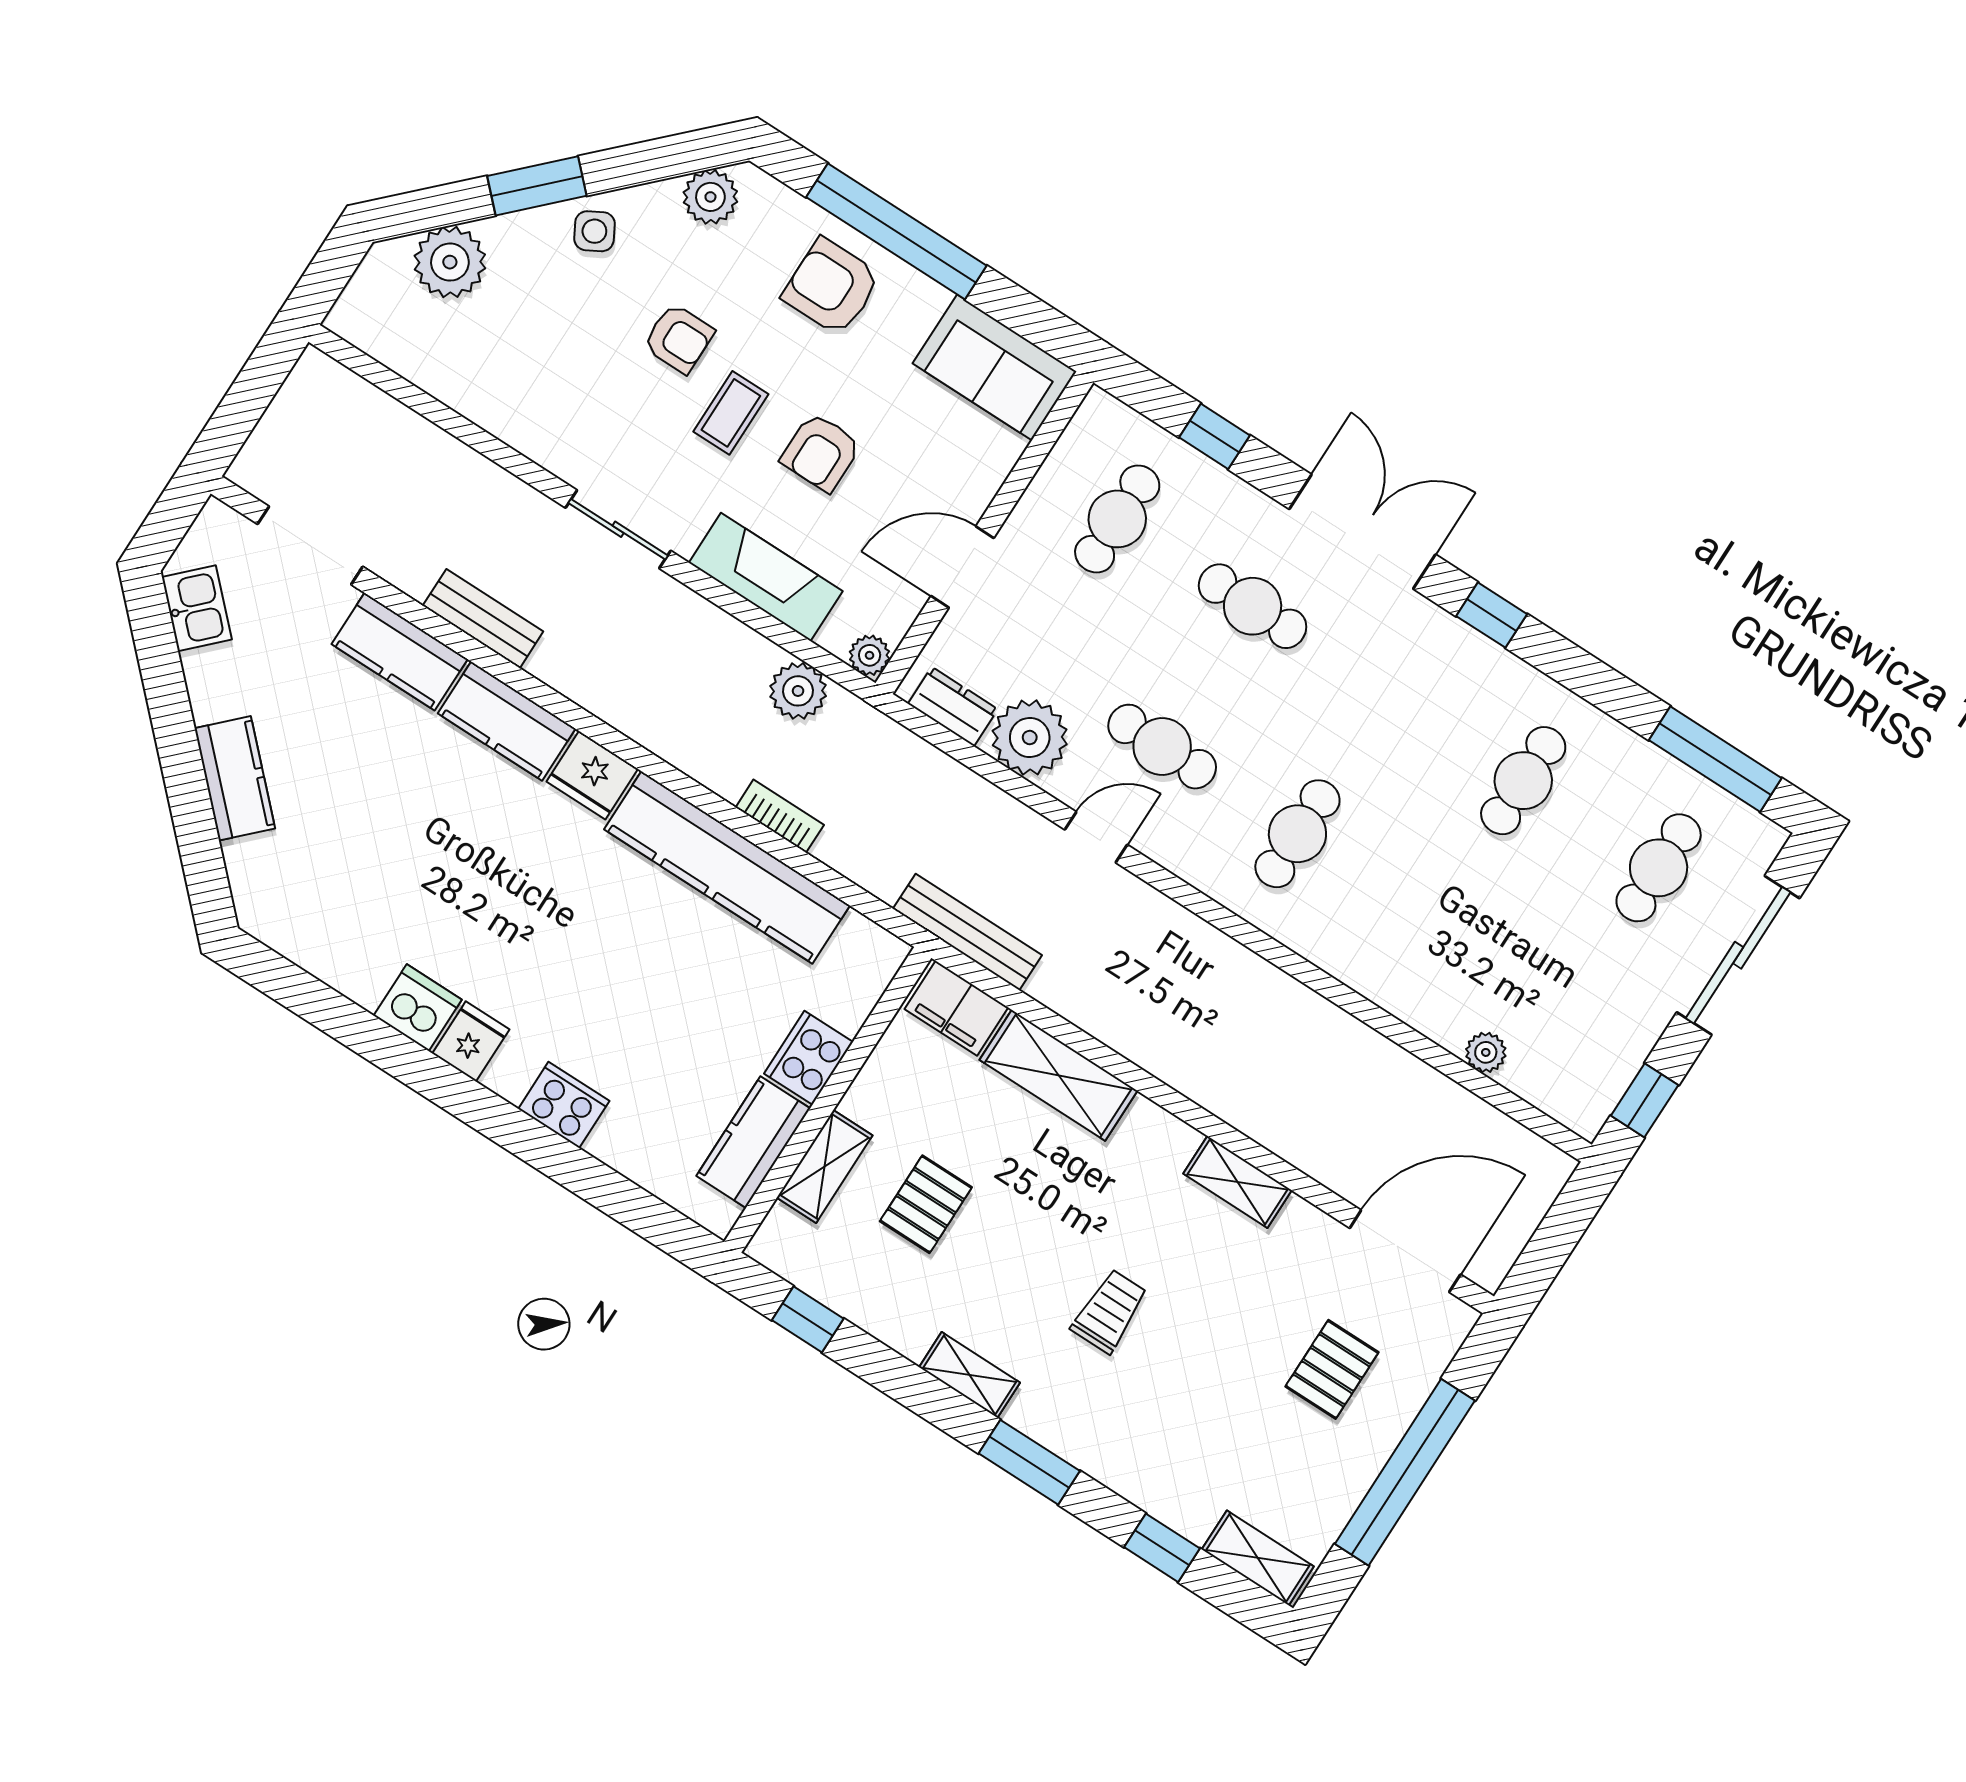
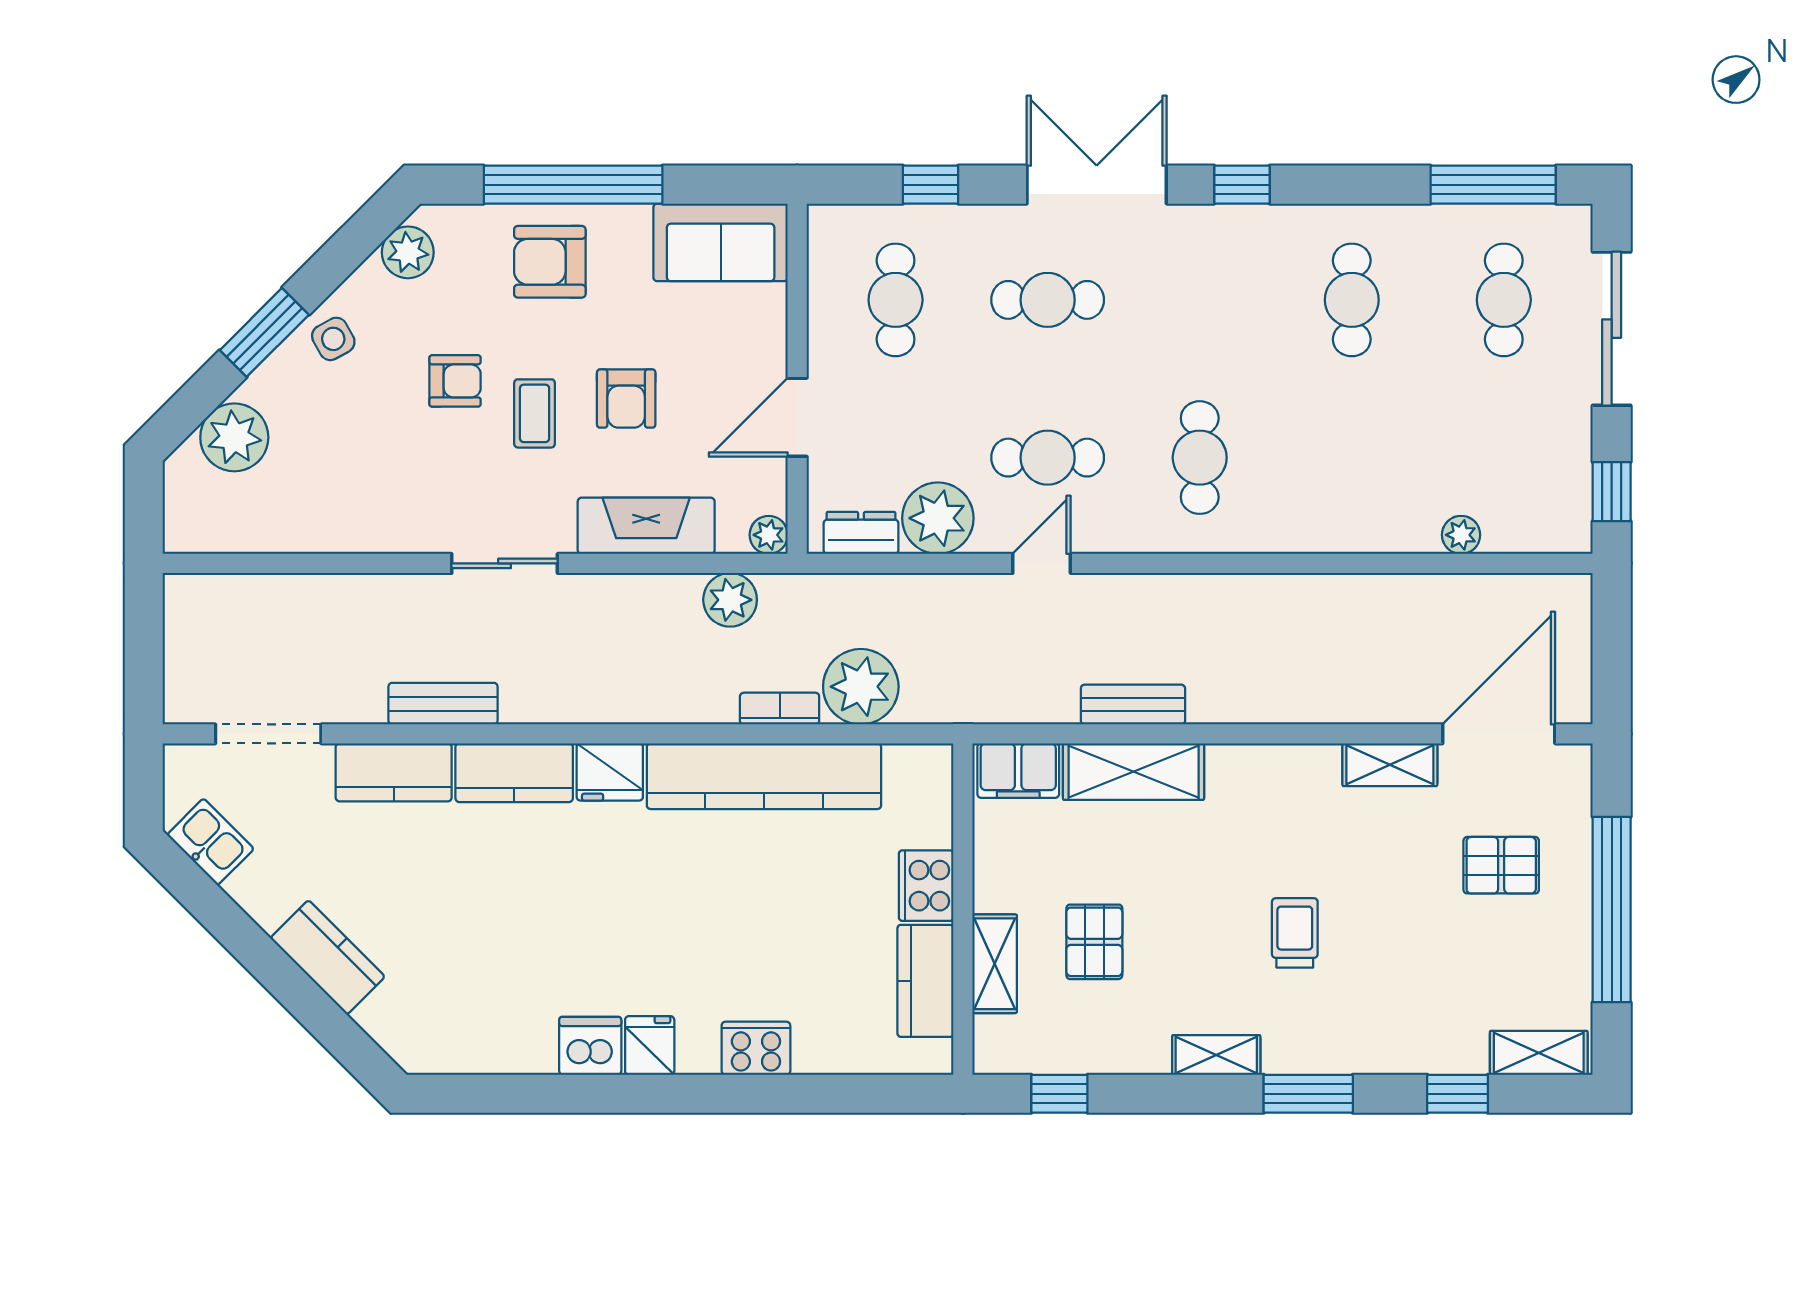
plant: (864, 843) -> (861, 687), added
bench: (967, 932) -> (1133, 705), moved, width x0.73
shelving: (1238, 1182) -> (1390, 765), moved
pallet: (1332, 1369) -> (1501, 865), turned 90

